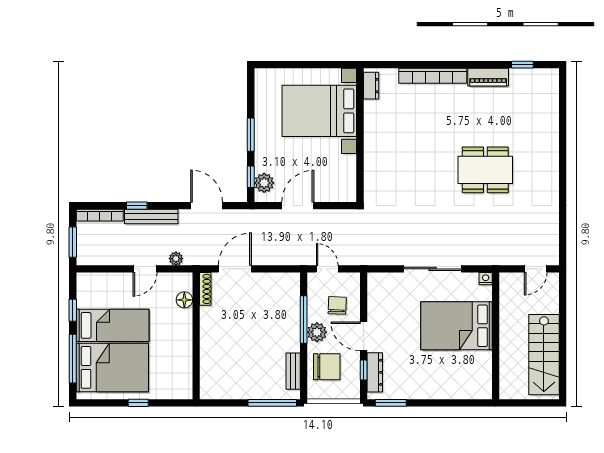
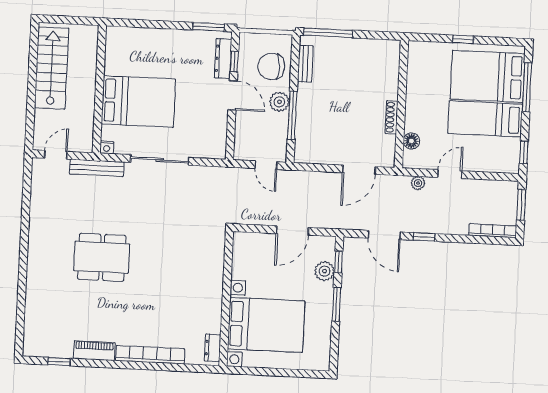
plant: (264, 183) -> (325, 271), moved
window: (137, 206) -> (424, 237), moved
bench: (151, 217) -> (97, 168), moved
shoe rack: (205, 289) -> (392, 117), moved
chair: (337, 305) -> (258, 128), removed
window: (73, 310) -> (524, 152), moved

